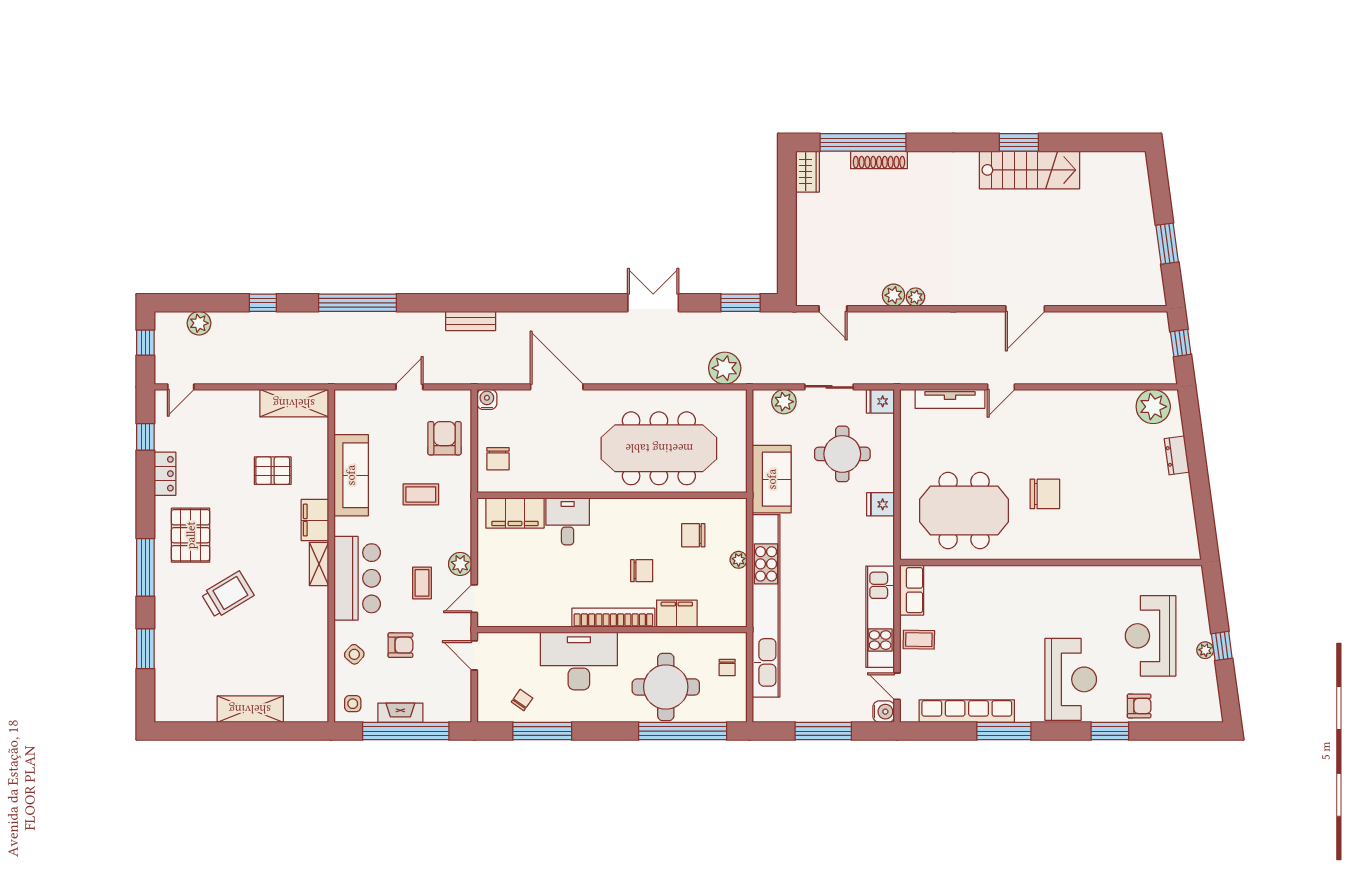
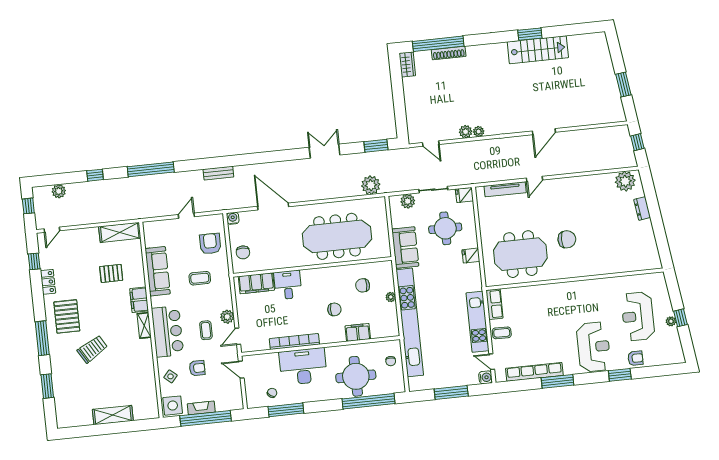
bookcase: (613, 618) -> (294, 342), moved
side table: (353, 704) -> (173, 406), width x1.87, depth x1.87

